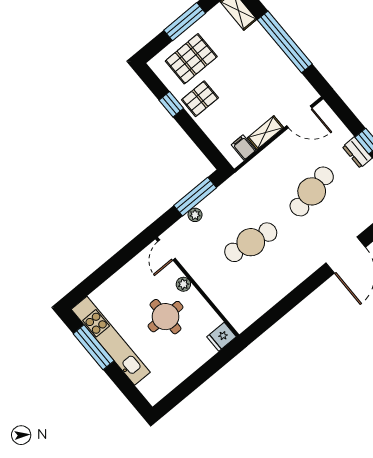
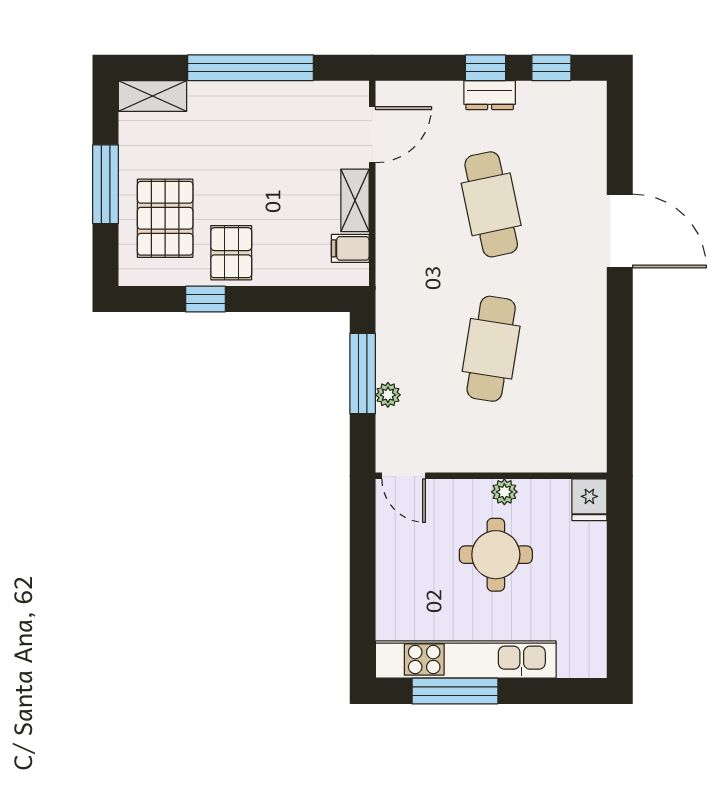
plant: (183, 284) -> (504, 492), moved

